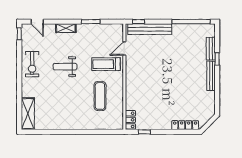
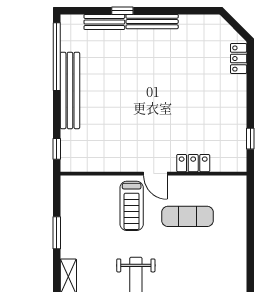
bench: (150, 29) -> (70, 90), moved
door: (124, 48) -> (155, 174), moved
locker: (130, 120) -> (193, 163), moved
locker: (185, 125) -> (239, 59), width x0.66

